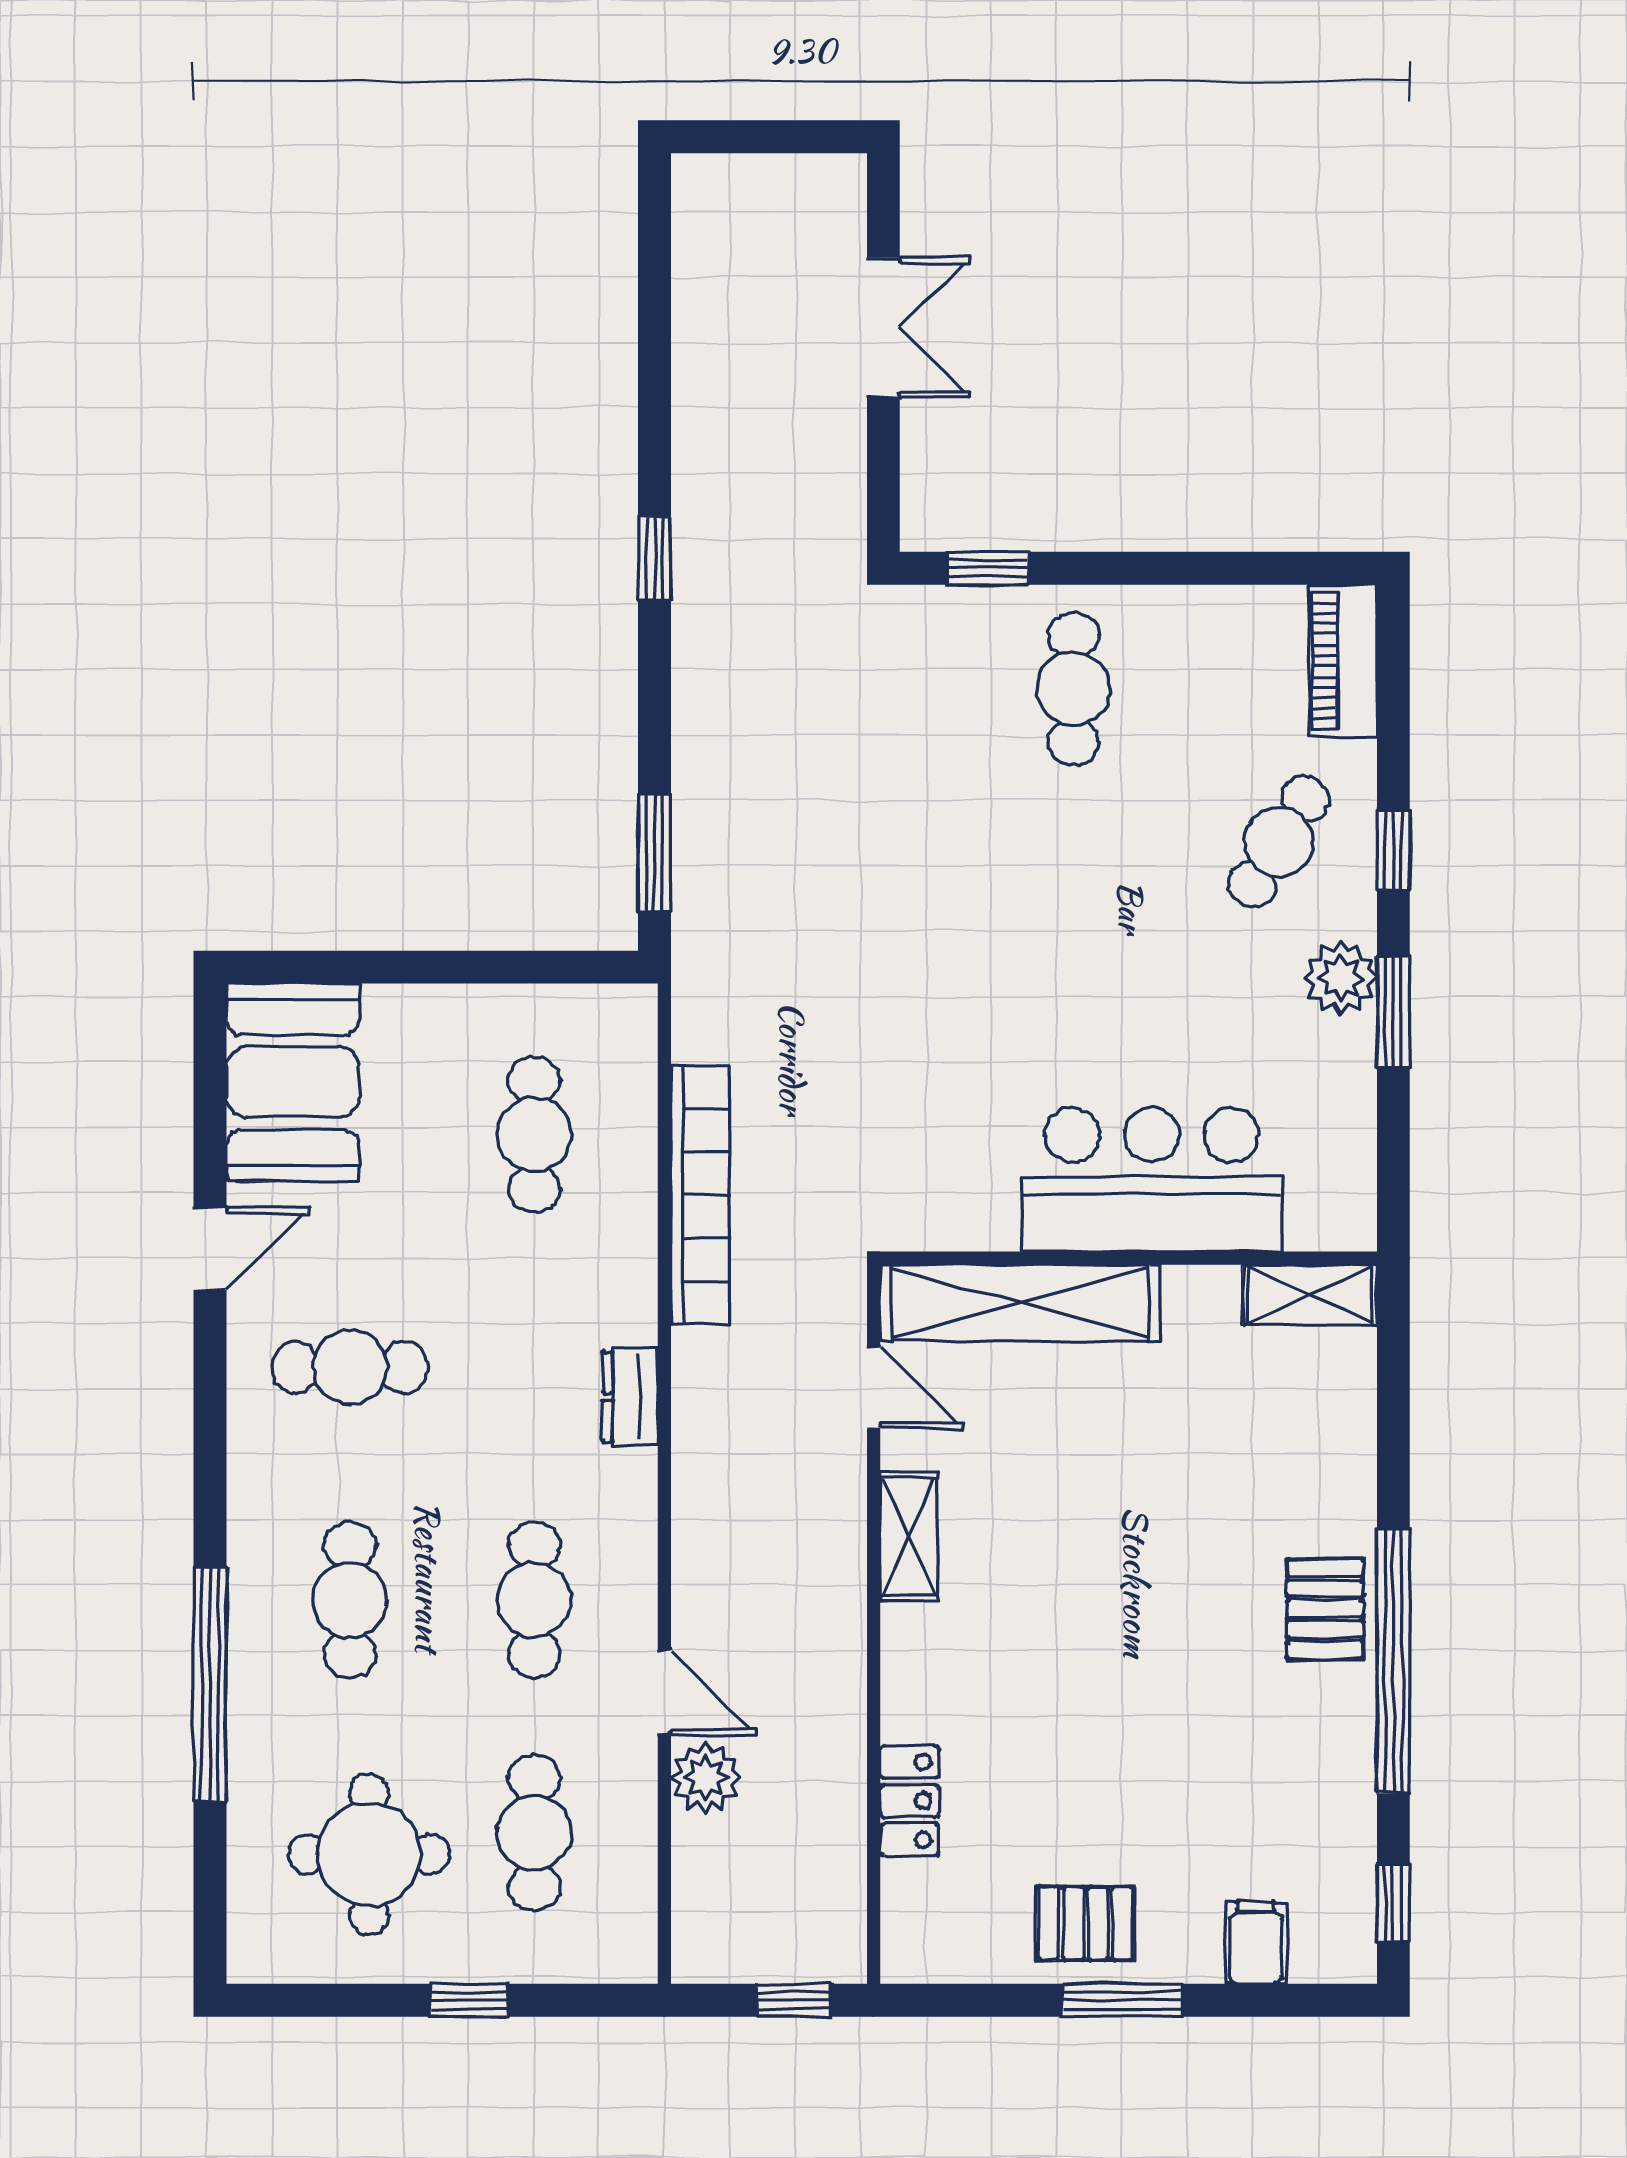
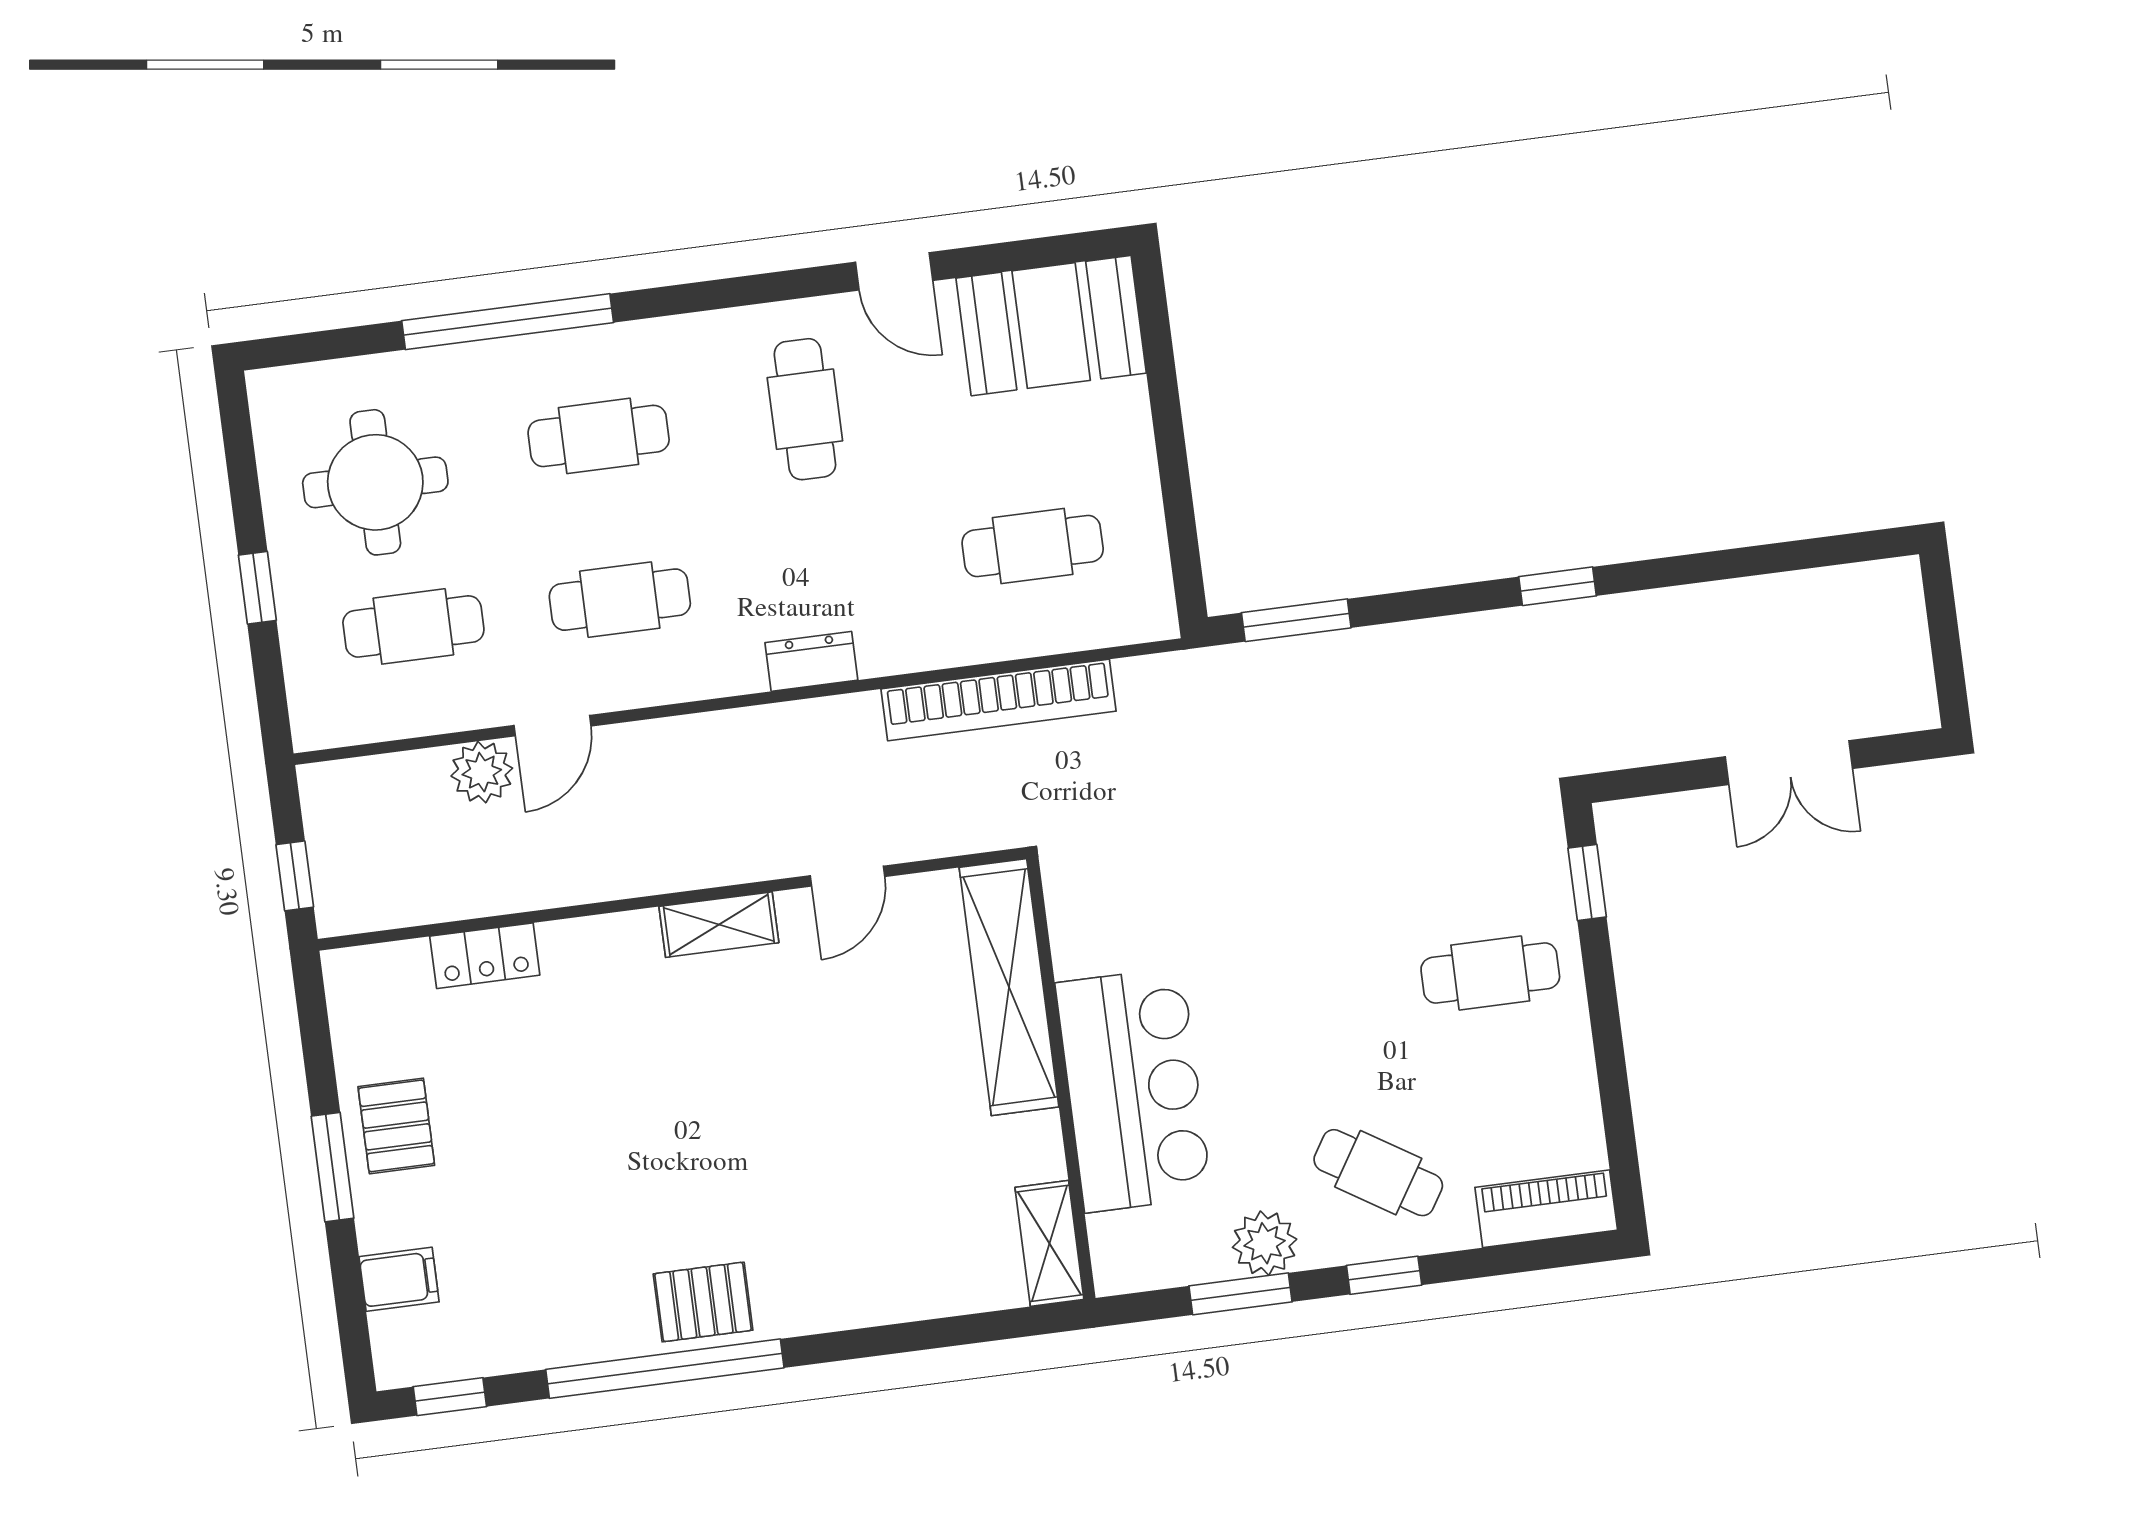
bar counter: (1152, 1179) -> (1134, 1090), moved
wall: (1129, 1258) -> (1061, 1078), moved
shelving: (1310, 1295) -> (1049, 1243), moved
shelving: (1020, 1303) -> (1009, 987), moved

